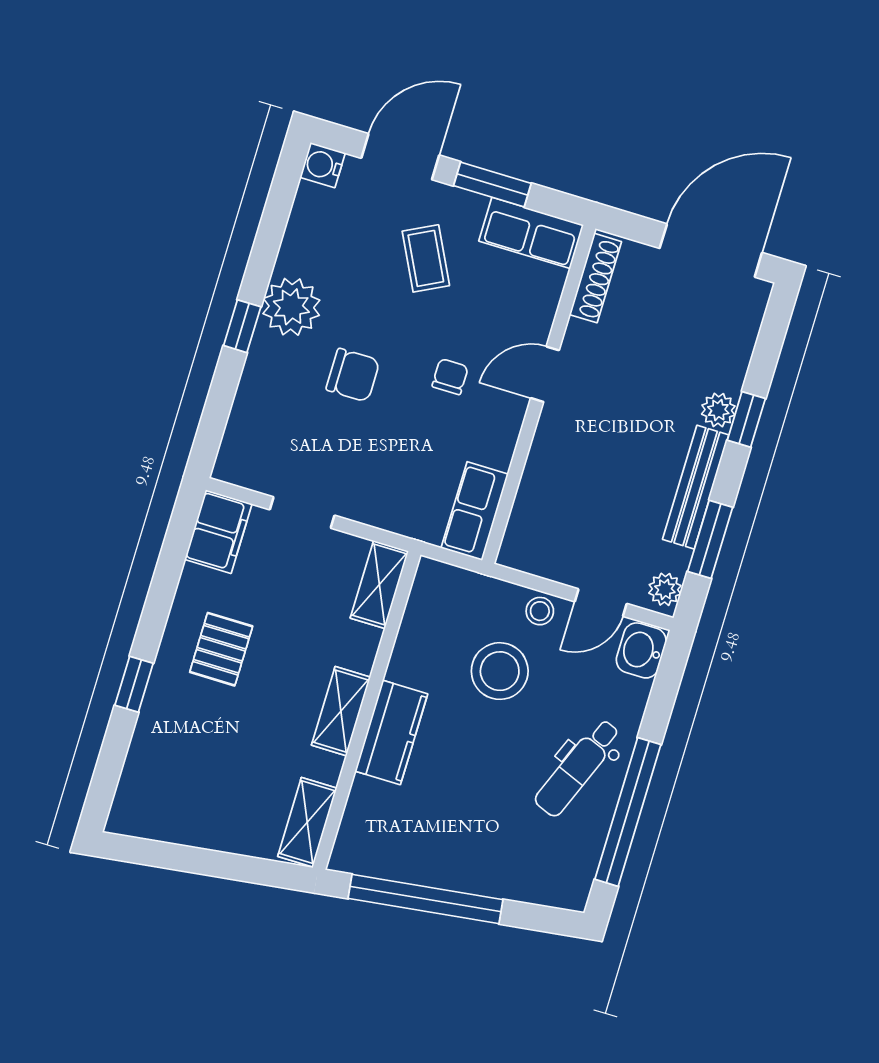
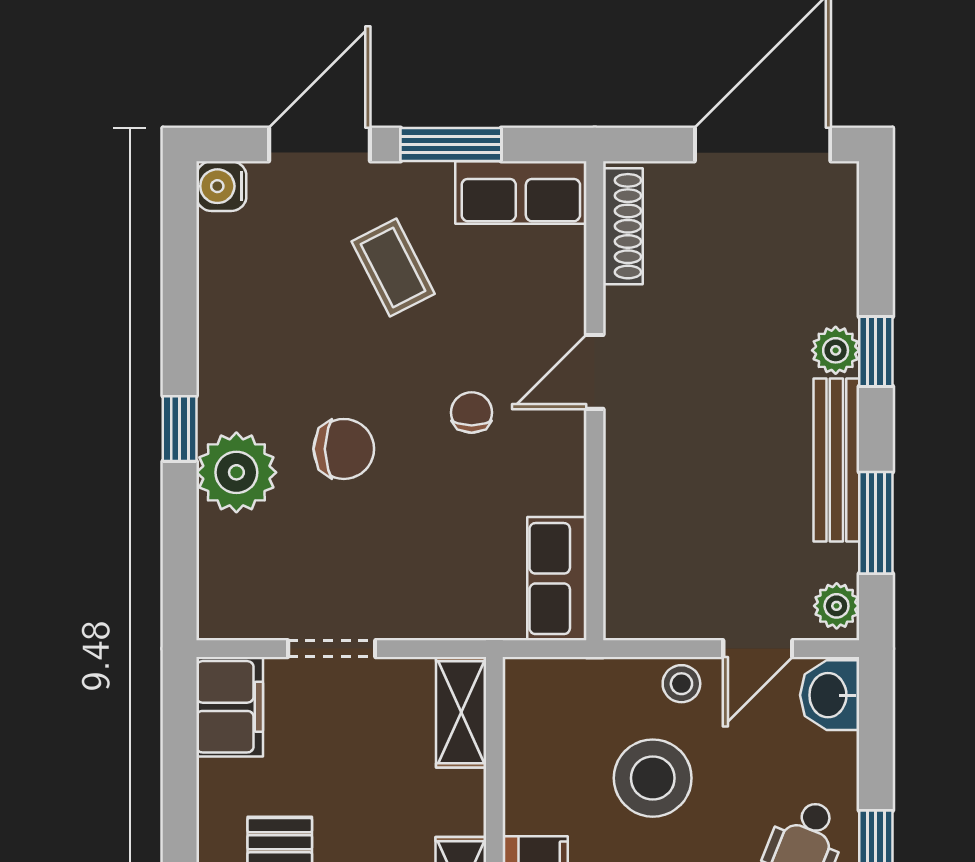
plant: (291, 307) -> (236, 472), moved

